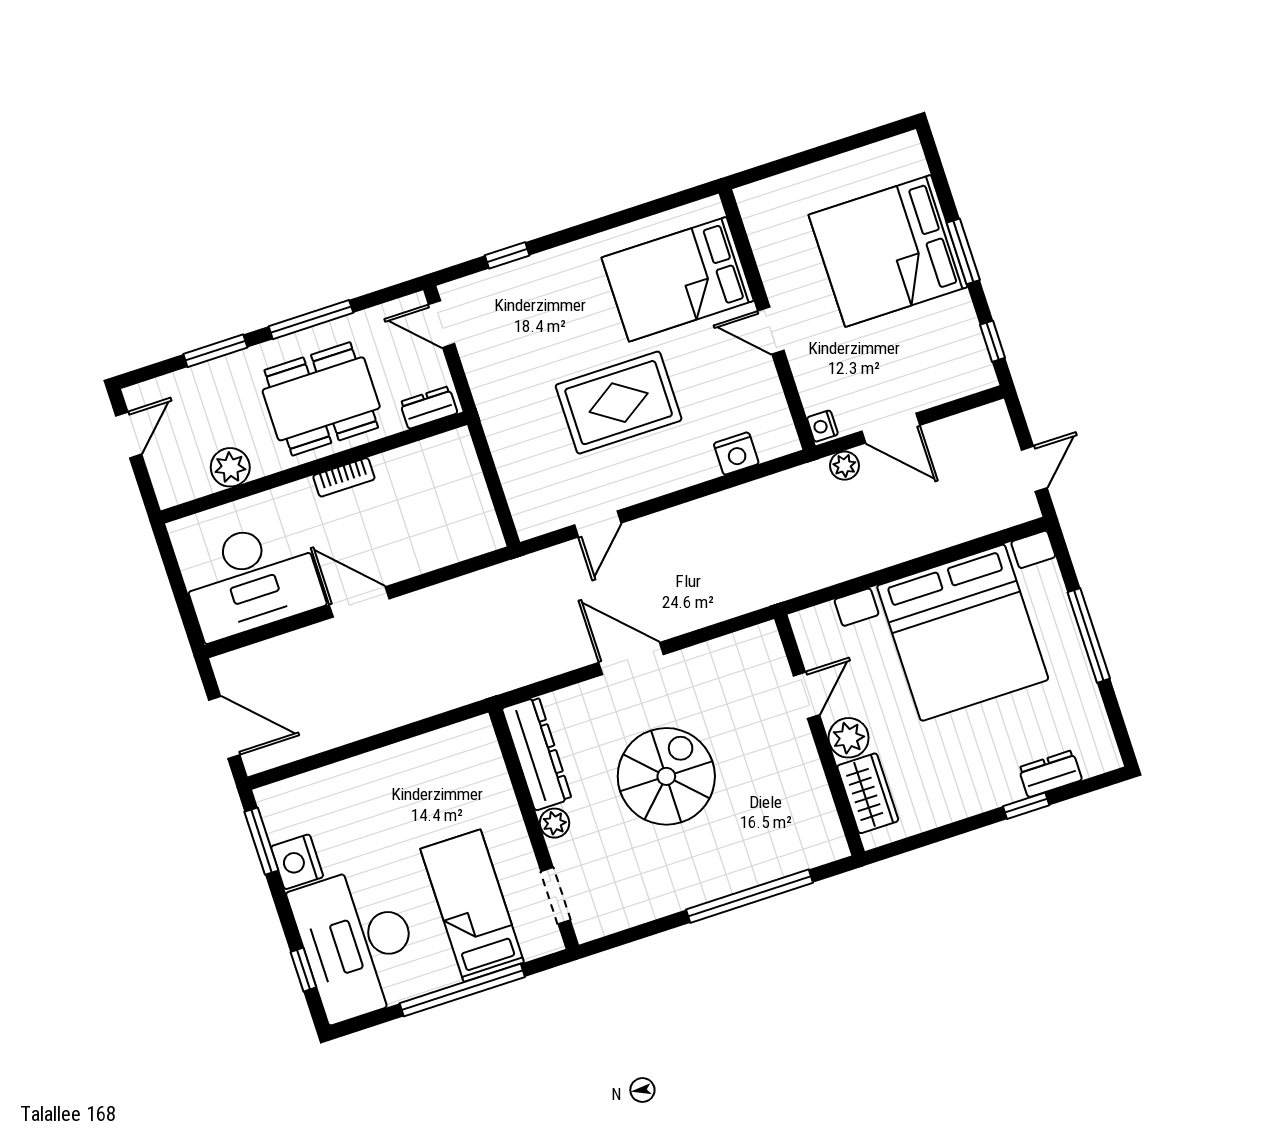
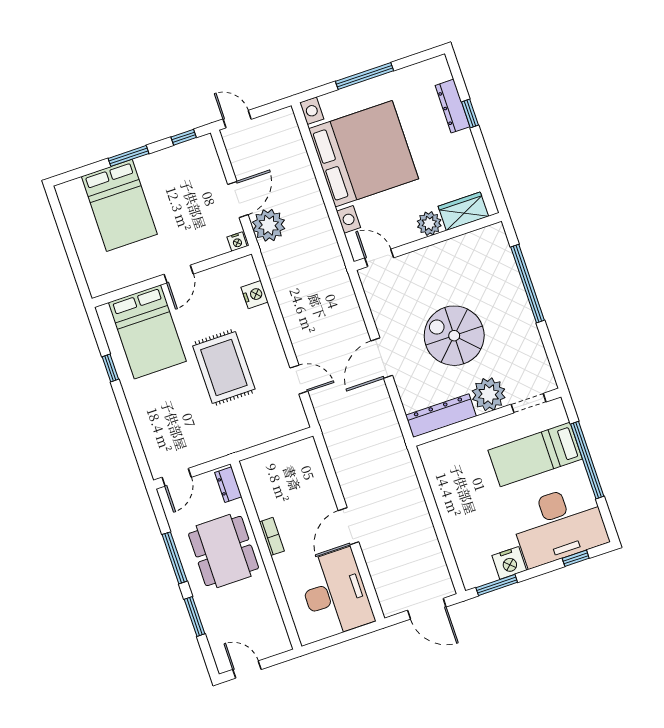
bed: (888, 251) -> (119, 205), width x0.73
window: (507, 255) -> (110, 368), moved
plant: (845, 466) -> (269, 225), width x1.88, depth x1.88
plant: (230, 467) -> (266, 607), removed
door: (1034, 469) -> (237, 119), moved
door: (806, 695) -> (379, 258), moved
door: (224, 727) -> (427, 609), swing flipped
dresser: (1050, 774) -> (453, 106), width x1.44
plant: (555, 823) -> (489, 394), width x1.87, depth x1.87

